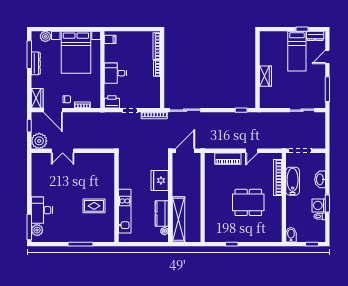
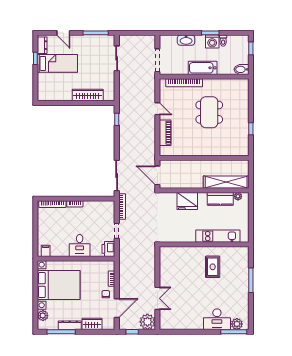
wardrobe: (265, 76) -> (88, 95), width x1.50
wardrobe: (37, 98) -> (92, 324), moved
bathtub: (293, 181) -> (203, 68), moved

